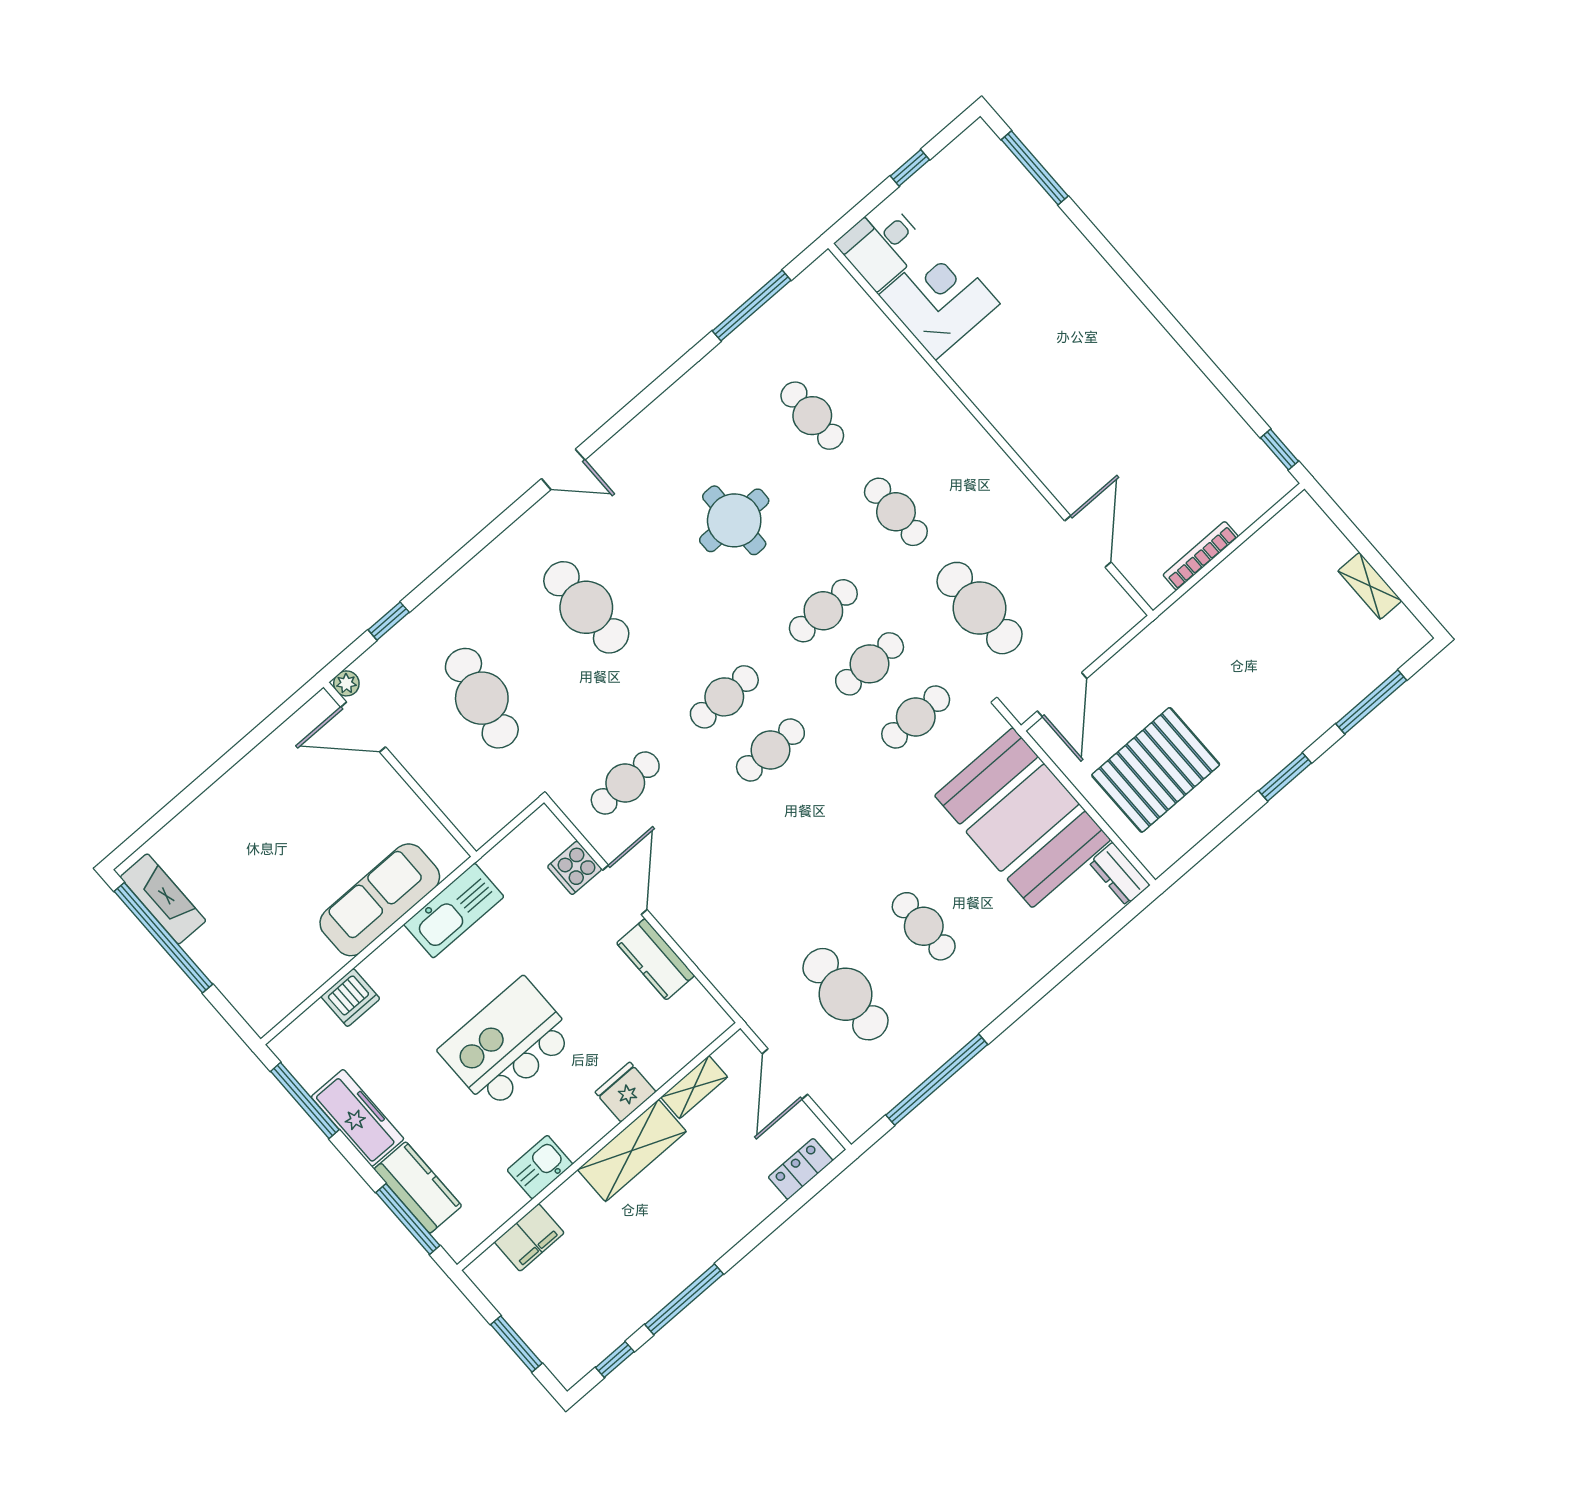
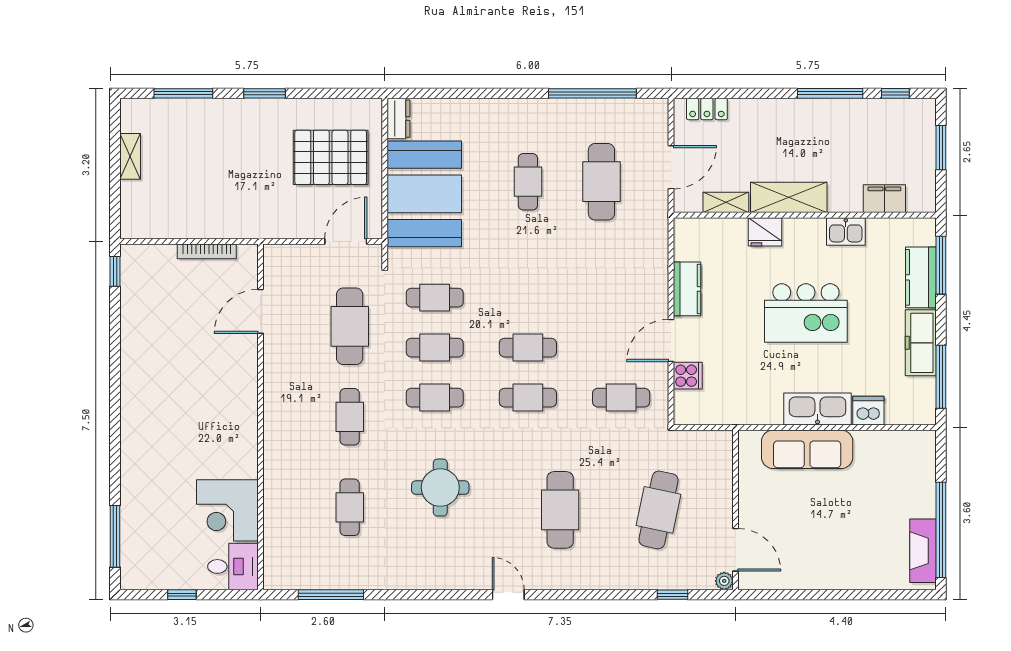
kitchen sink: (454, 911) -> (817, 409), moved

